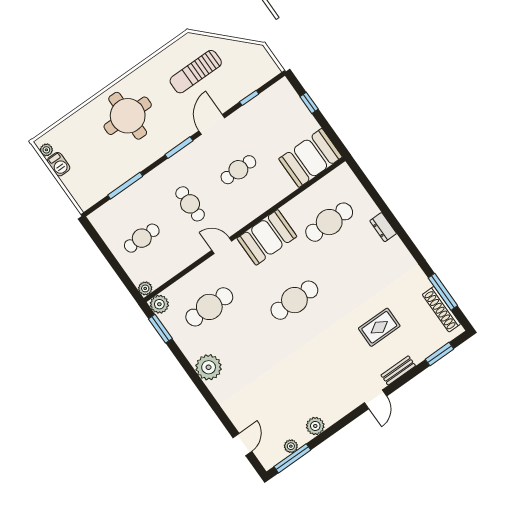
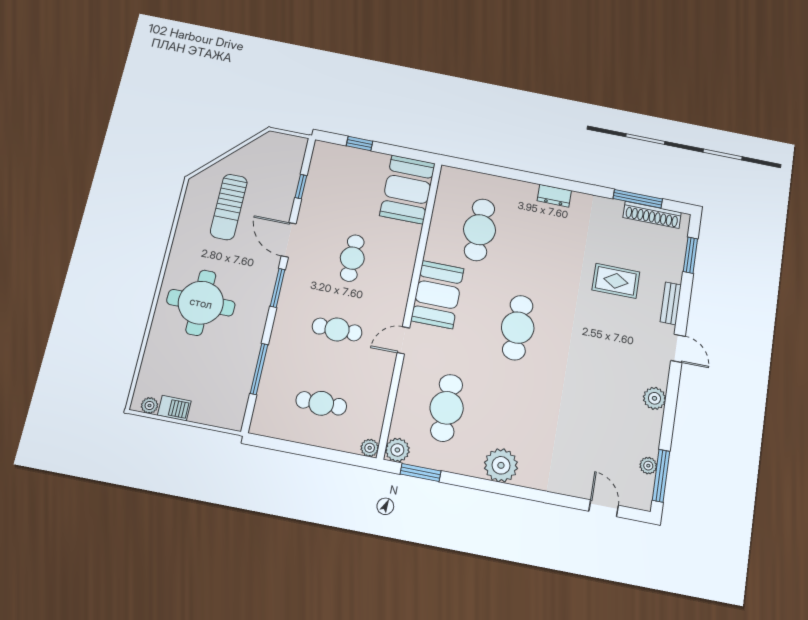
dresser: (383, 227) -> (554, 196), moved
cafe table: (142, 238) -> (321, 403), turned 90
rug: (379, 327) -> (616, 281), turned 90
plant: (315, 426) -> (654, 398), moved

